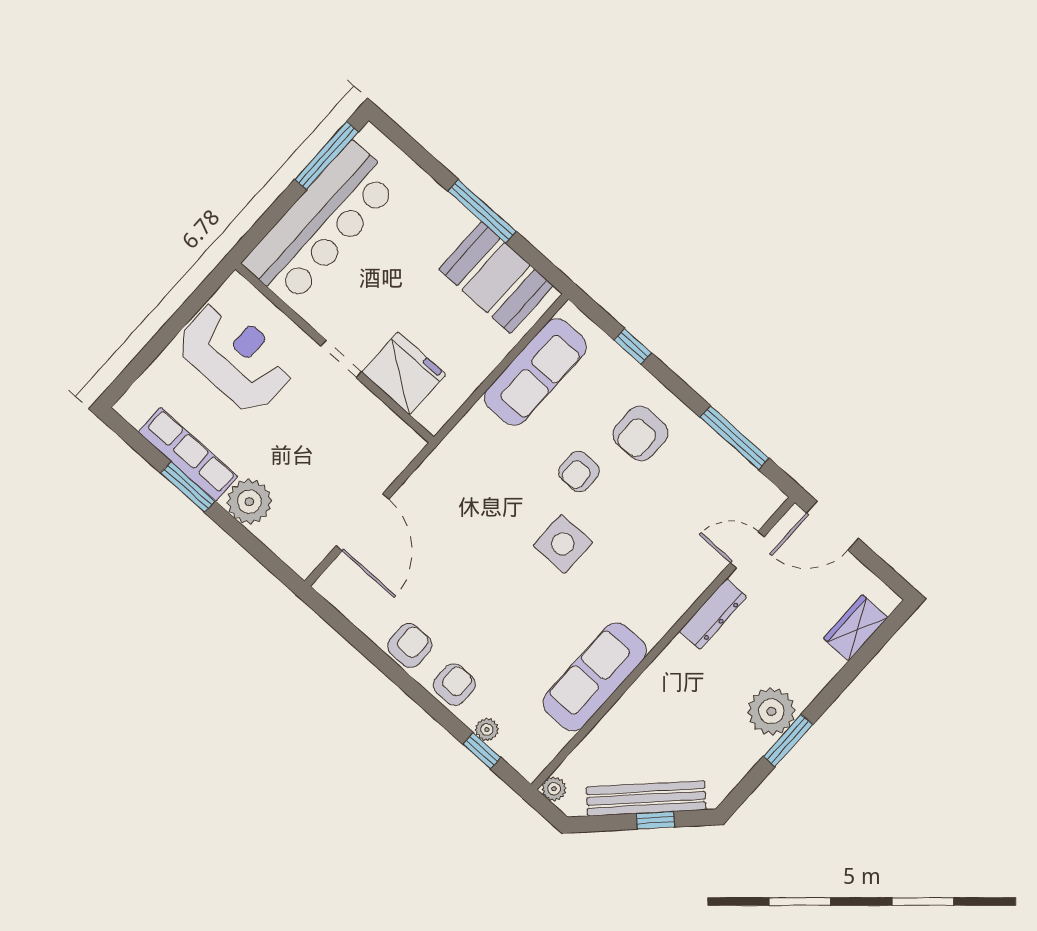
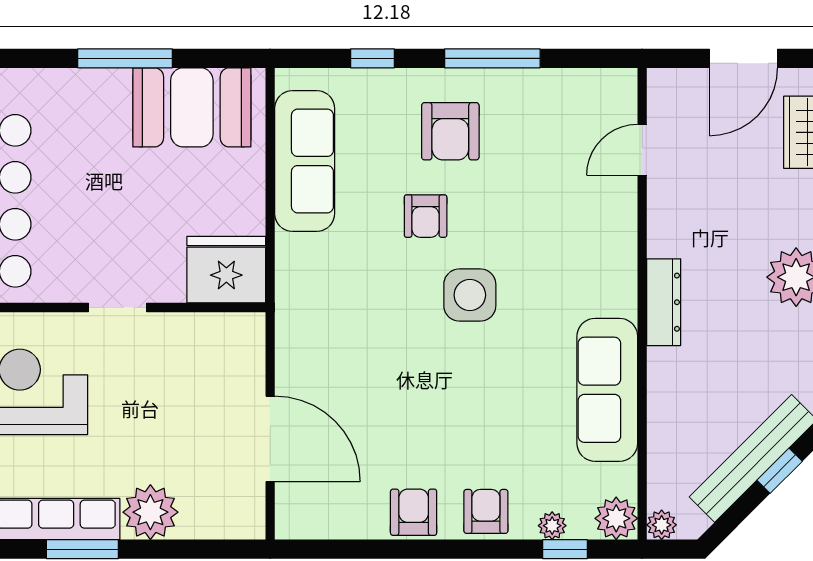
fridge: (404, 373) -> (226, 270), moved
window: (735, 438) -> (492, 58), moved
door: (833, 526) -> (743, 58), moved
dresser: (713, 614) -> (664, 302), moved
plant: (530, 760) -> (616, 518), added

